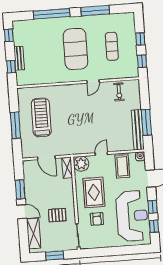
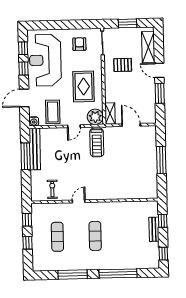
exercise mat: (75, 49) -> (95, 236), width x0.50, depth x0.69
treadmill: (41, 117) -> (97, 142), moved, width x0.73, depth x0.73
armchair: (97, 219) -> (79, 44), moved

